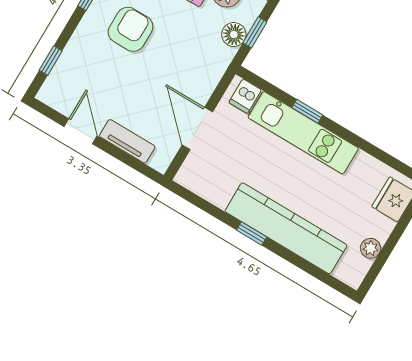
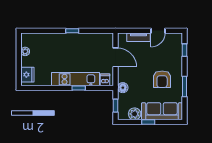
floor lamp: (234, 35) -> (123, 88), moved
door: (81, 131) -> (158, 31), hinge flipped
kitchen counter: (286, 228) -> (61, 40), removed

